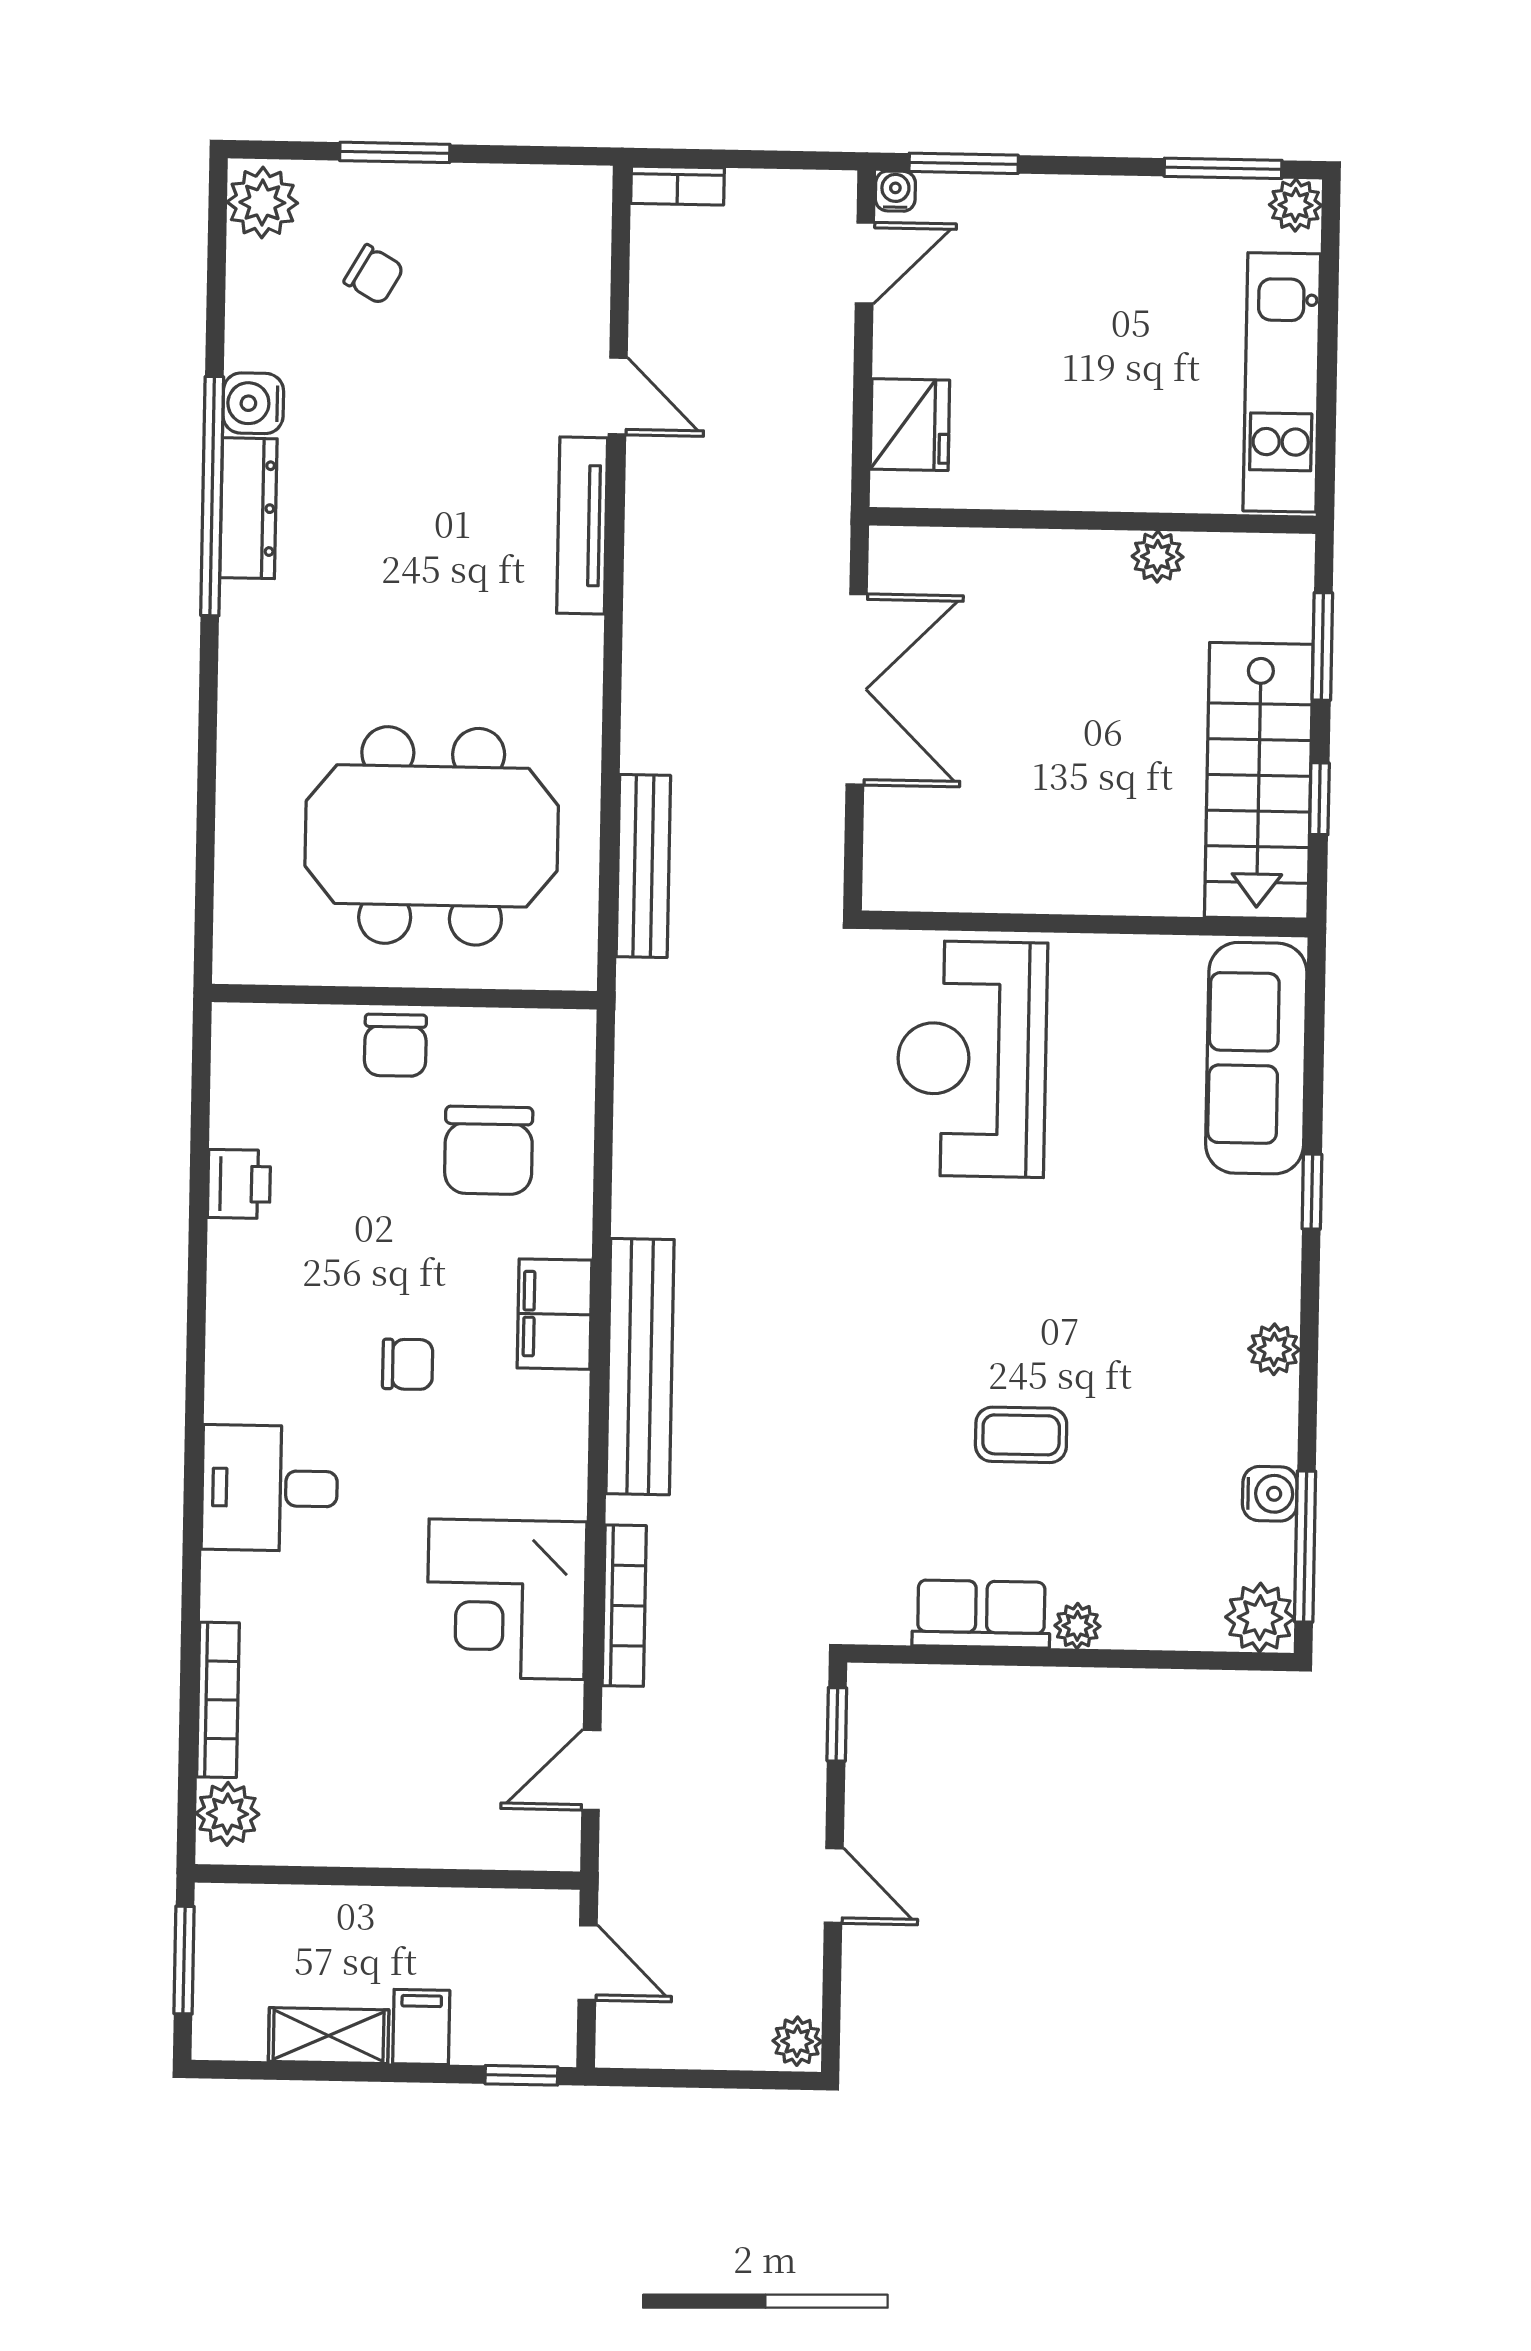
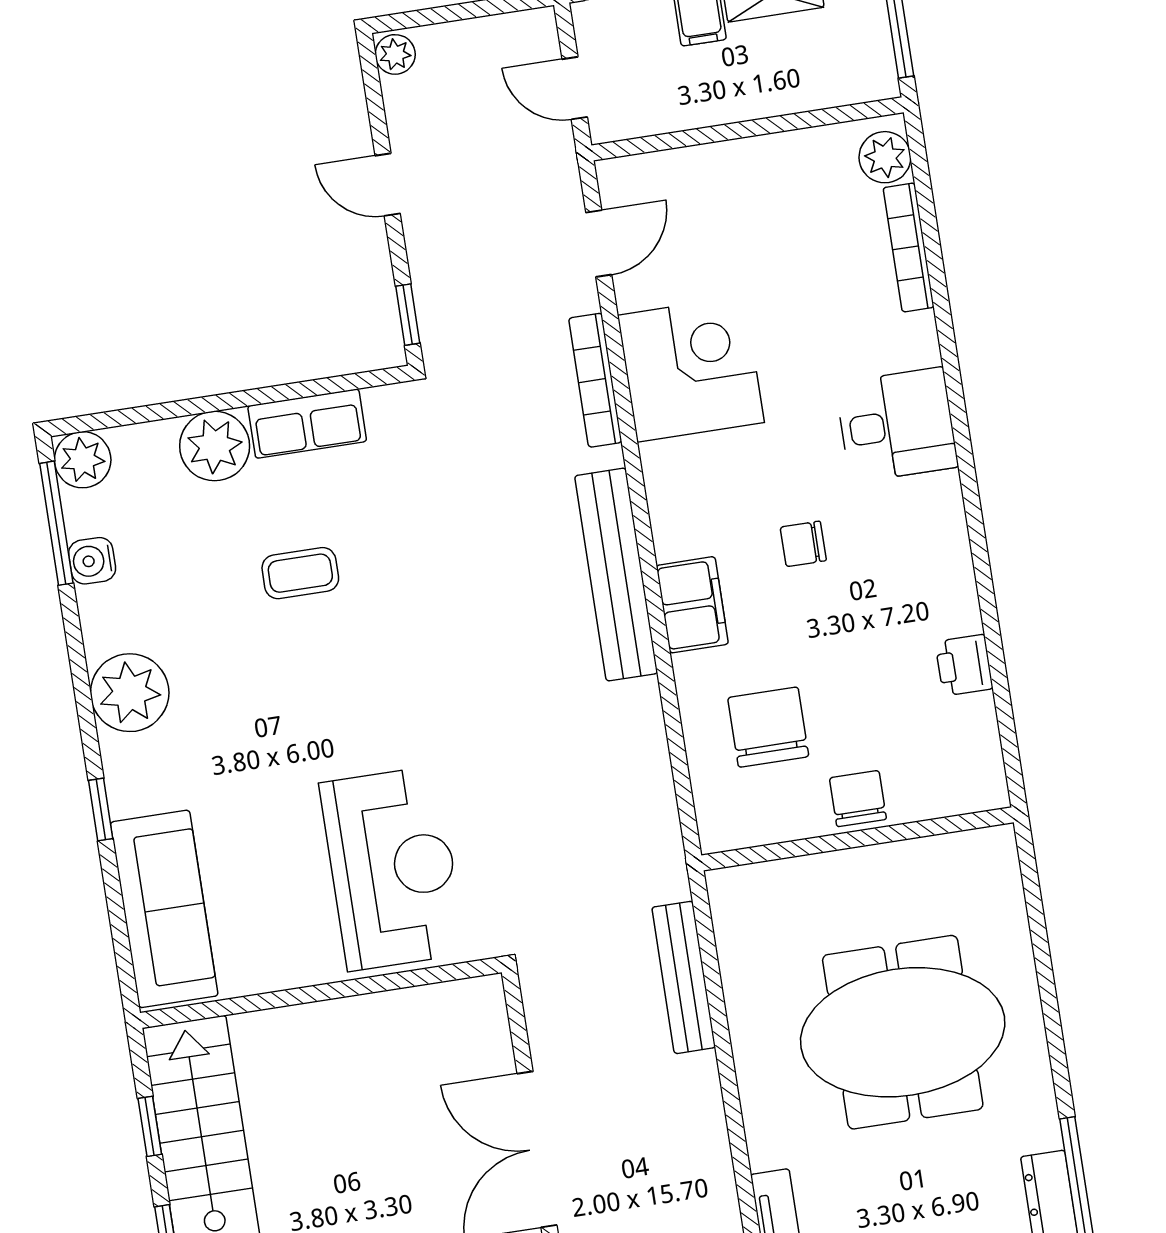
meeting table: (432, 836) -> (903, 1032), moved
plant: (1274, 1349) -> (130, 693), width x1.88, depth x1.88
plant: (1077, 1626) -> (215, 446), width x1.88, depth x1.88

